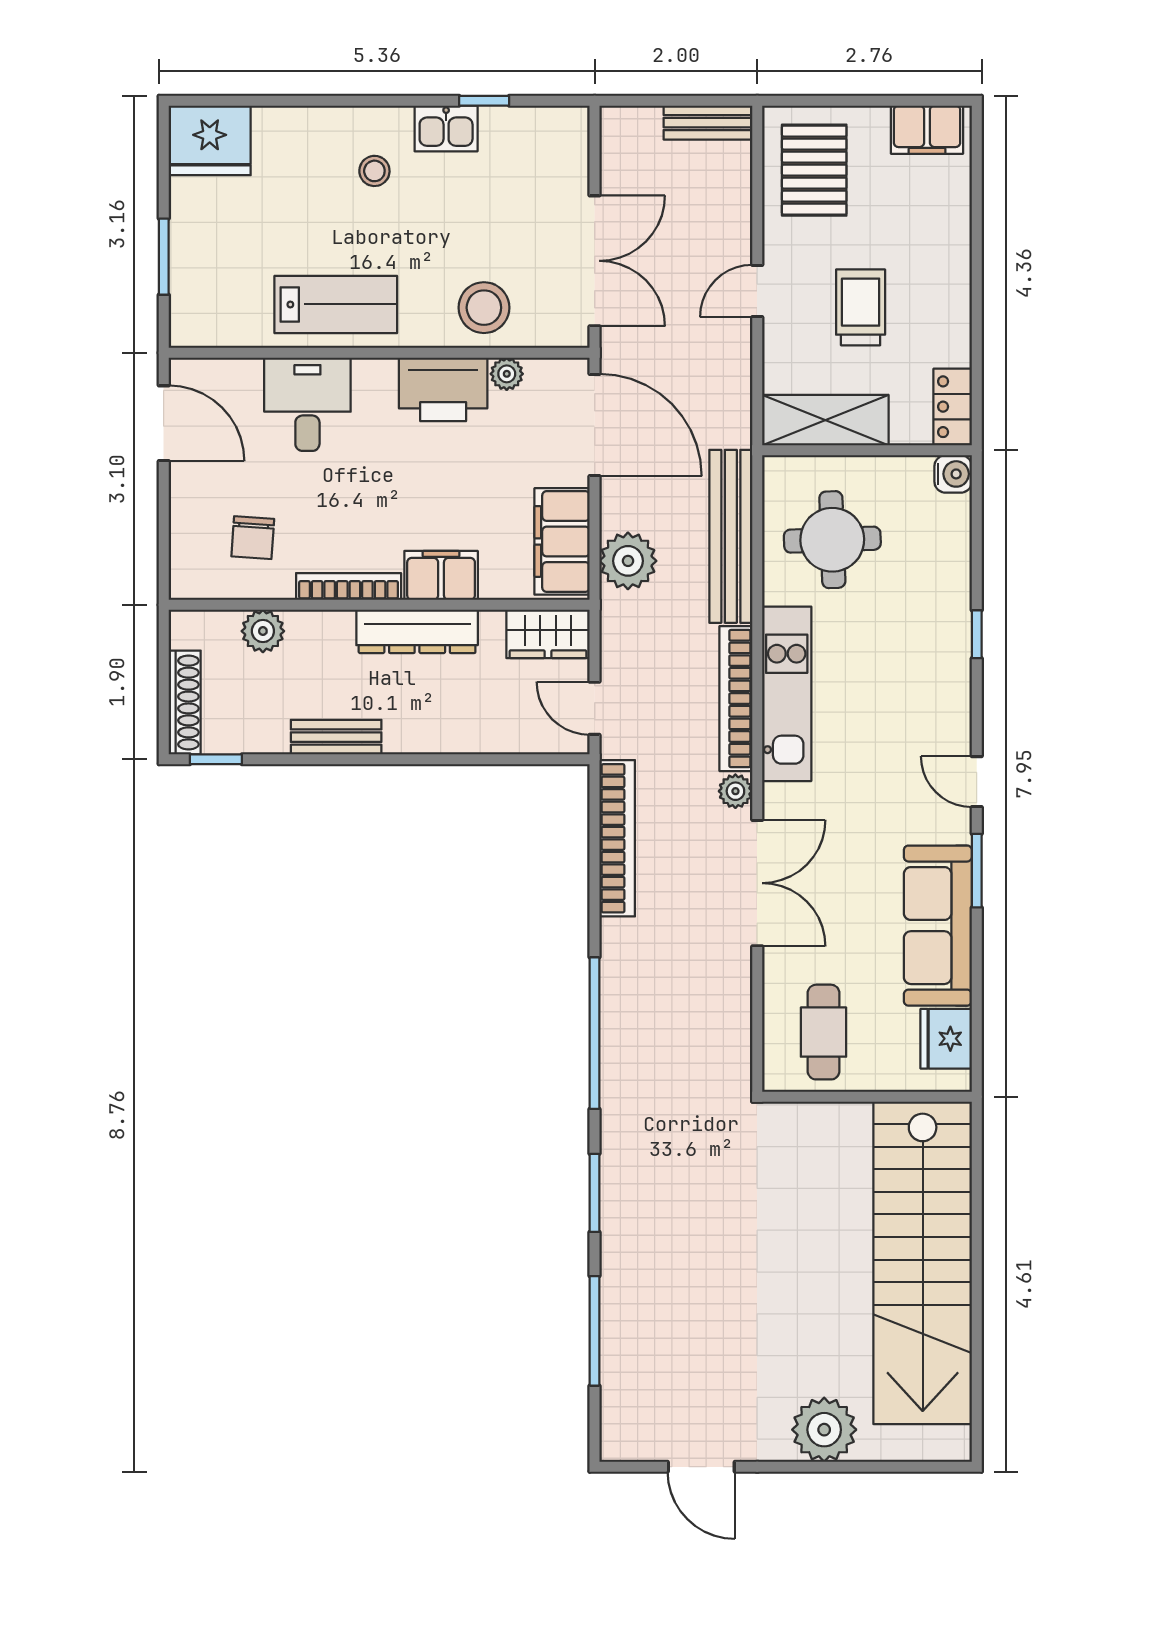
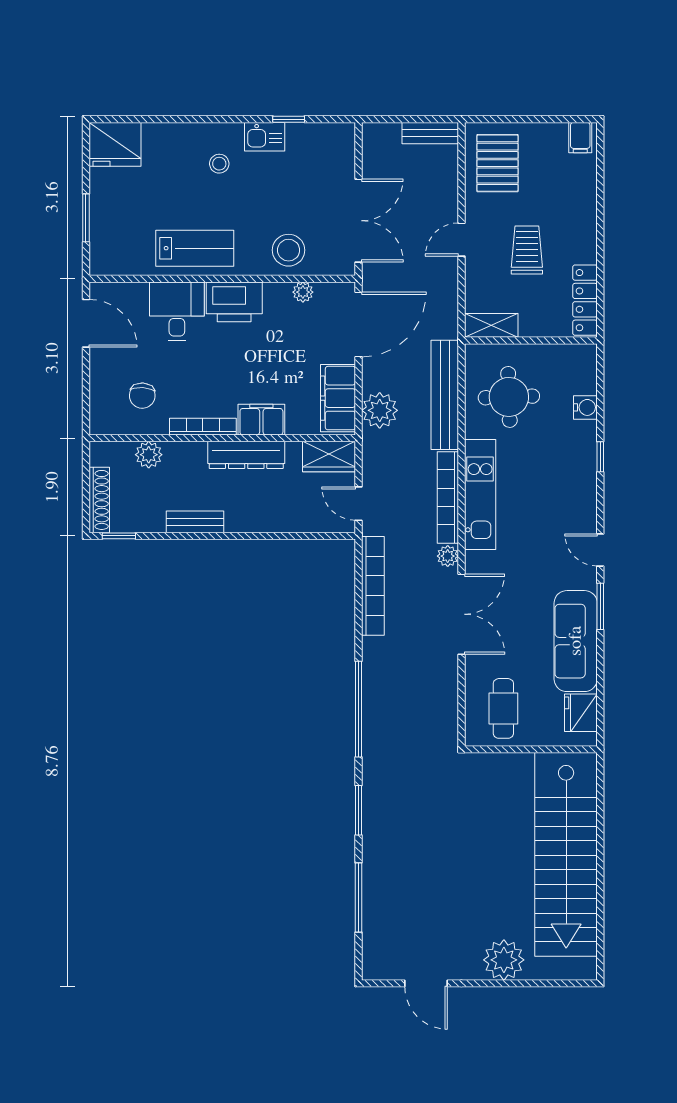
filing cabinet: (927, 130) -> (580, 138), width x0.50
printer: (443, 389) -> (234, 302), moved
locker: (953, 407) -> (585, 300), width x1.53
shelving: (825, 420) -> (491, 325), width x0.67, depth x0.75
door: (595, 425) -> (359, 324), hinge flipped
water cooler: (953, 474) -> (585, 407), moved

